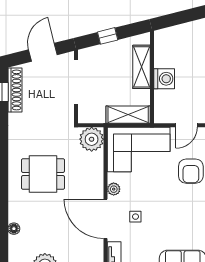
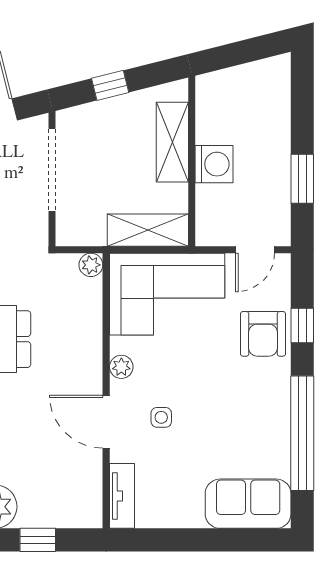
plant: (92, 139) -> (91, 265), width x0.53, depth x0.53
door: (105, 219) -> (106, 422), width x0.73

